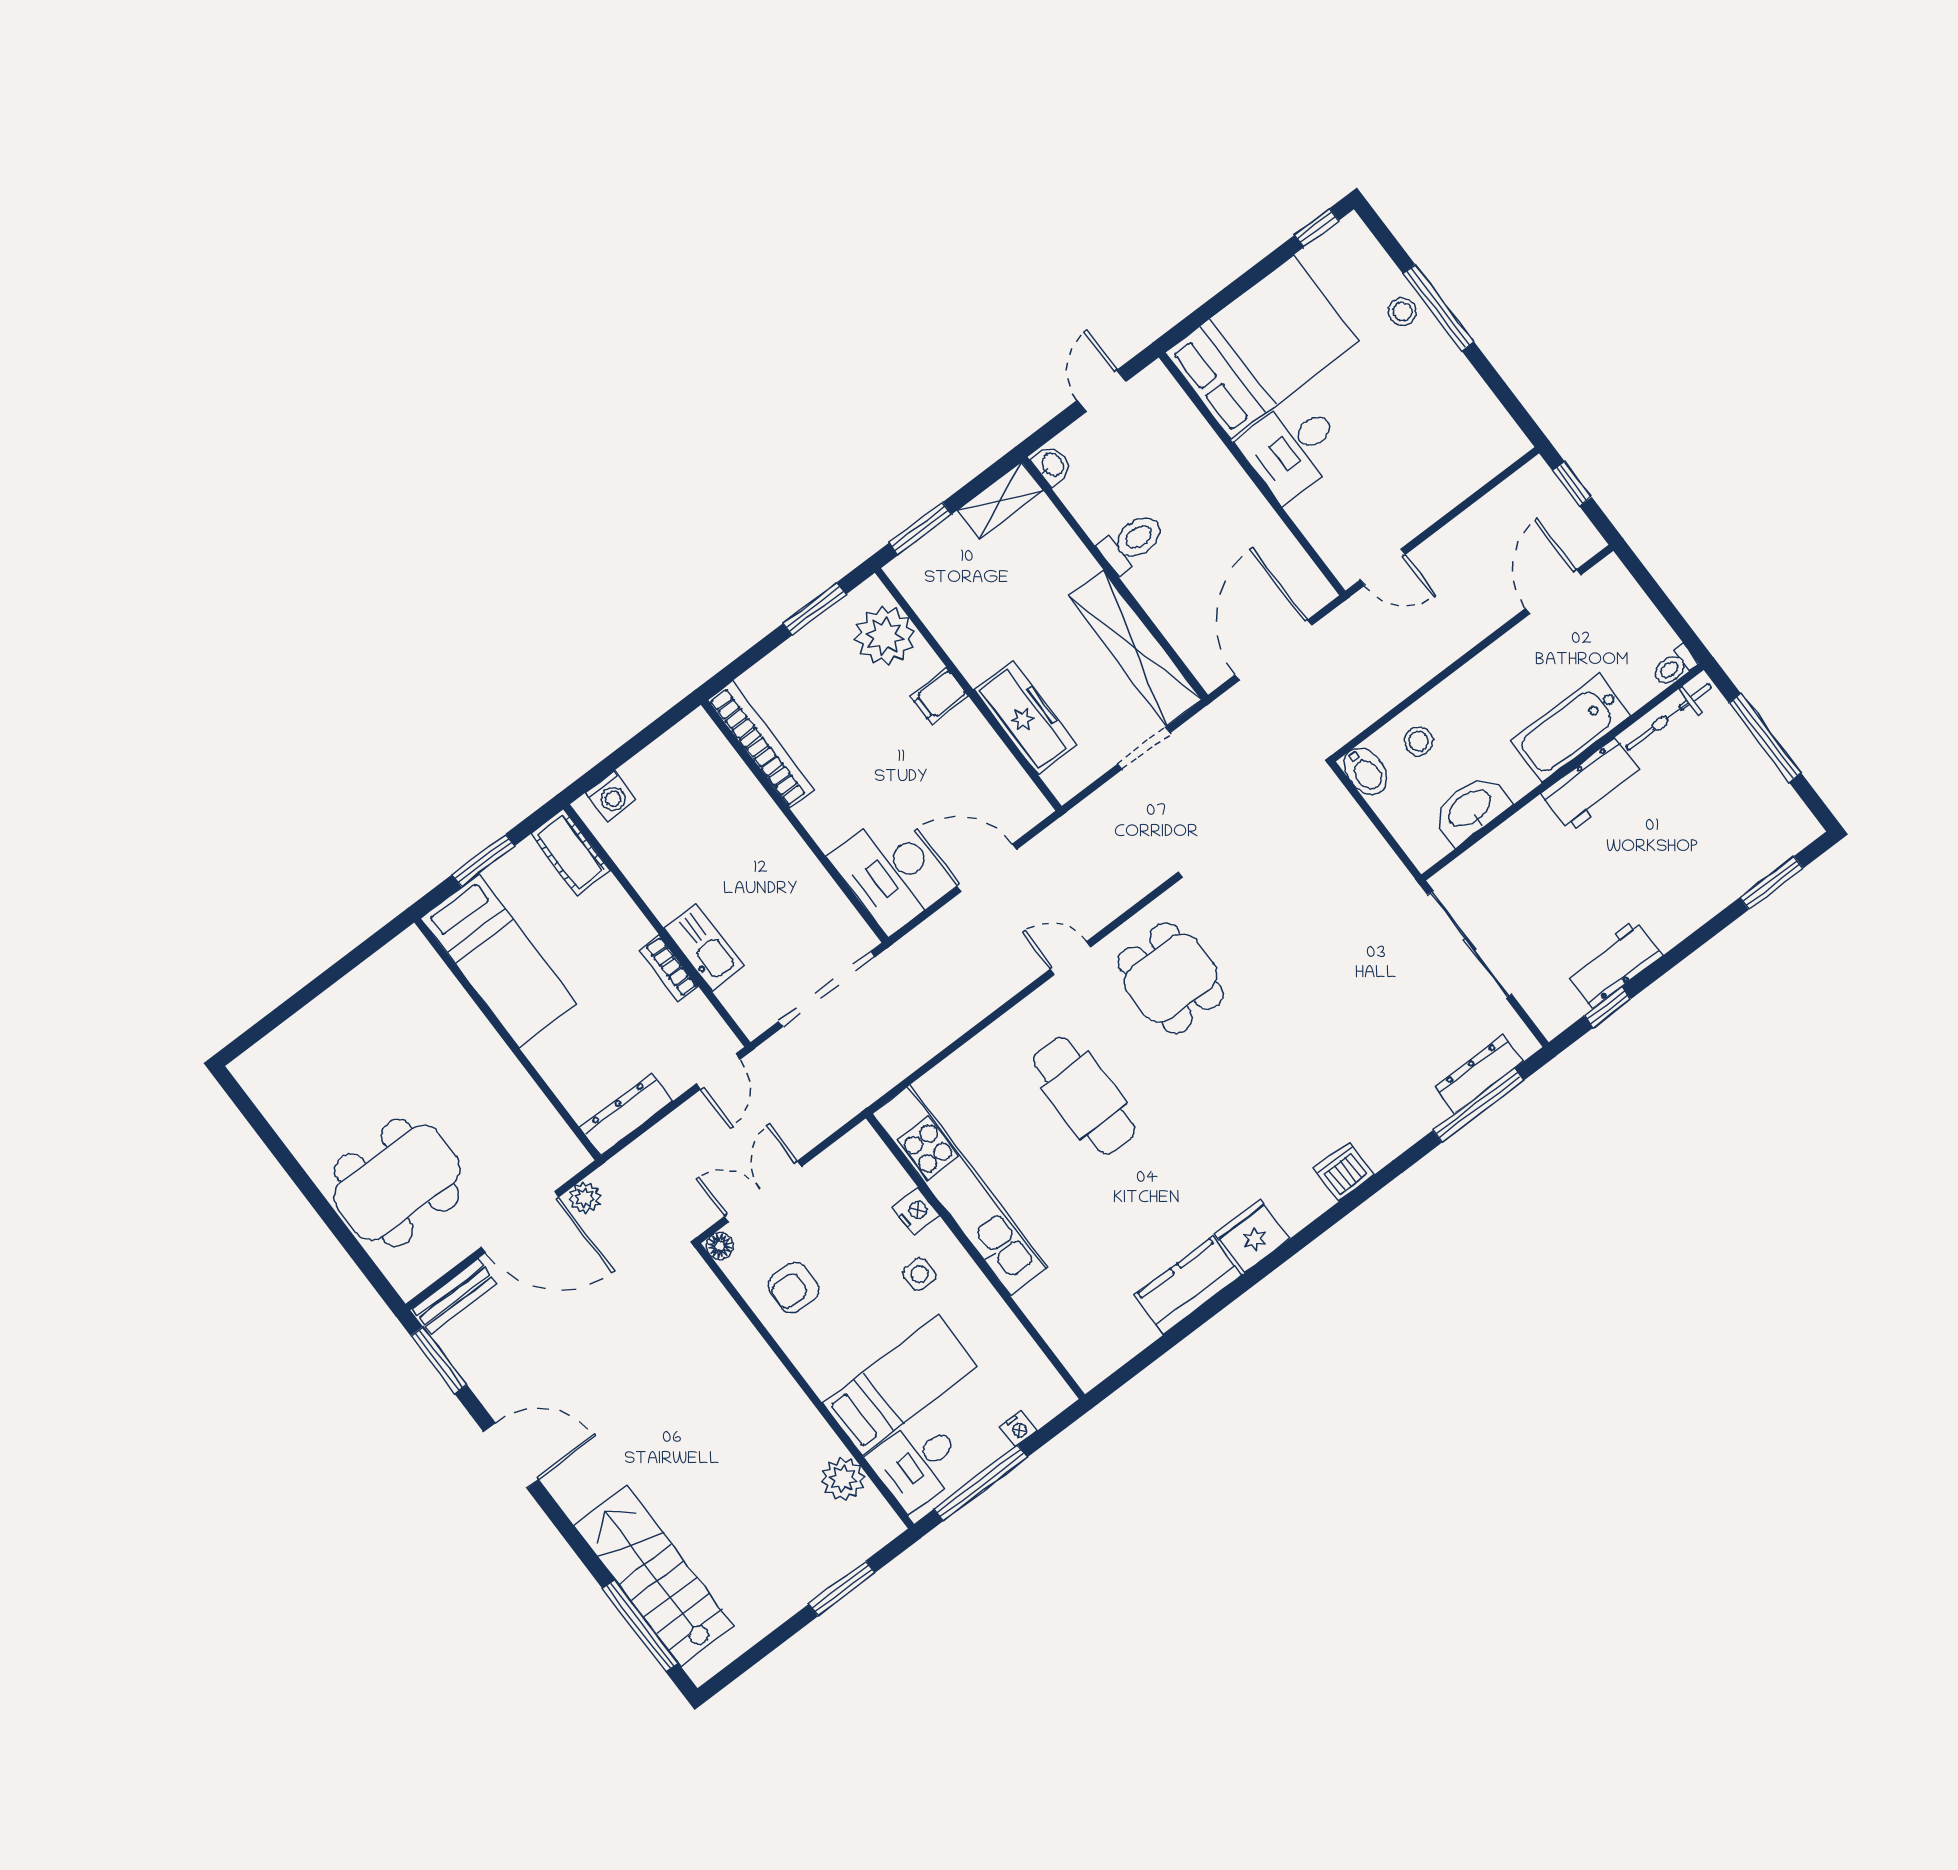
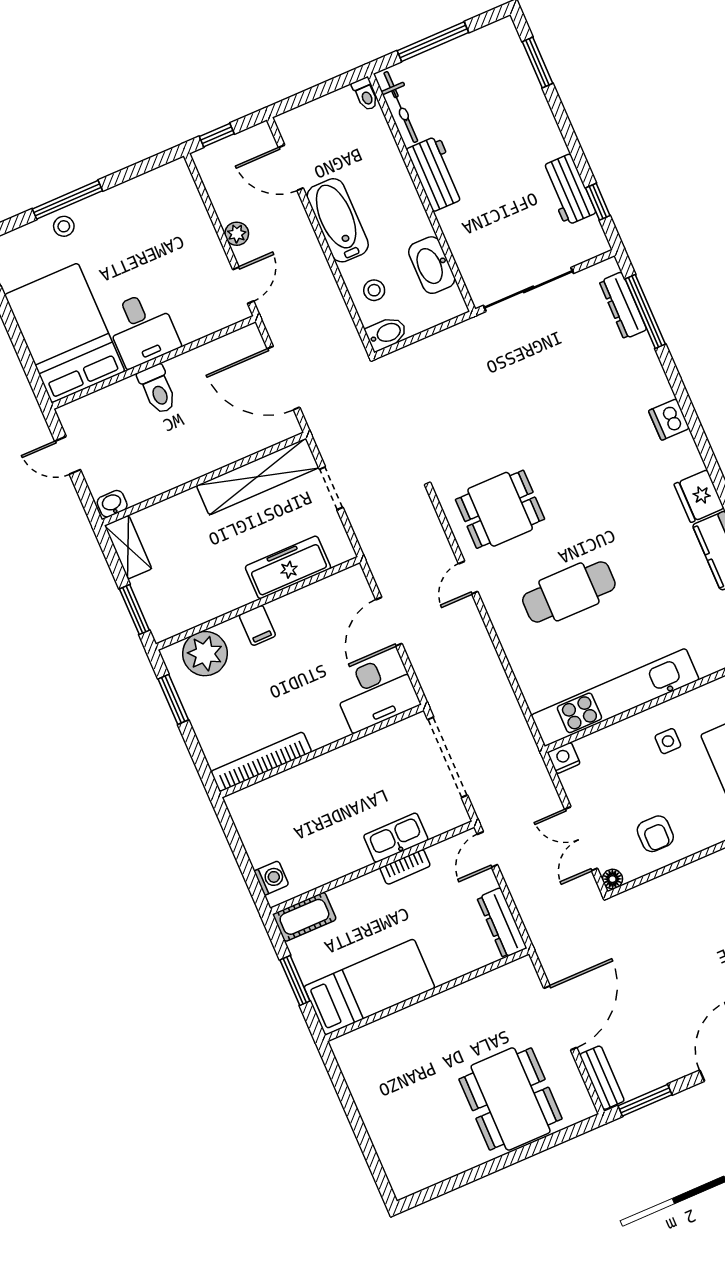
toilet: (1132, 542) -> (157, 389), moved, turned 180
bathtub: (1571, 728) -> (338, 220), moved, turned 180
door: (718, 1071) -> (487, 849), swing flipped
plant: (585, 1198) -> (237, 234), moved
nightstand: (916, 1211) -> (564, 758), moved

